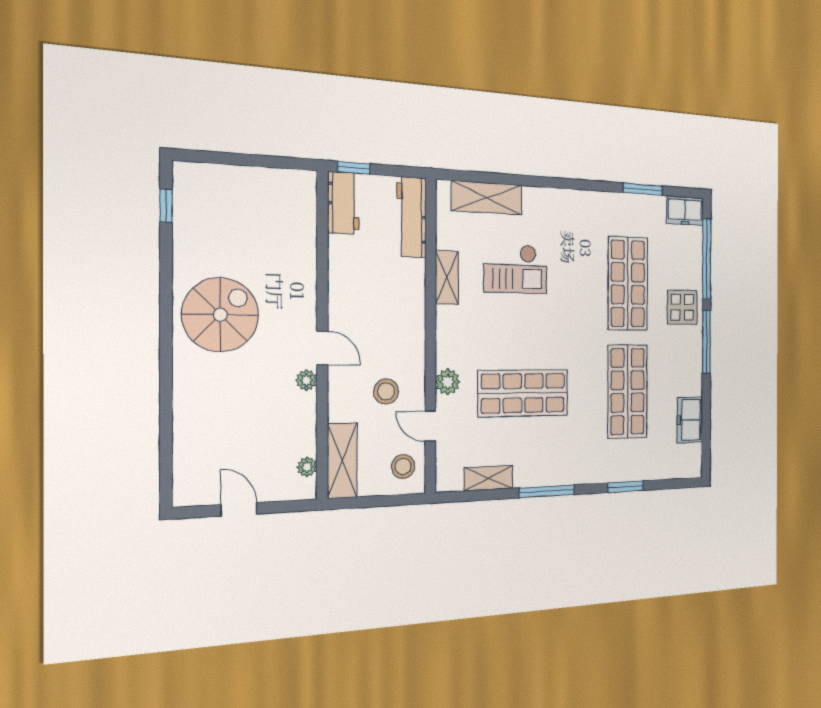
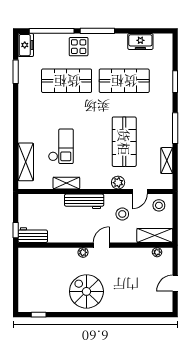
workbench: (412, 217) -> (84, 201), moved
plant: (306, 380) -> (83, 252), moved

